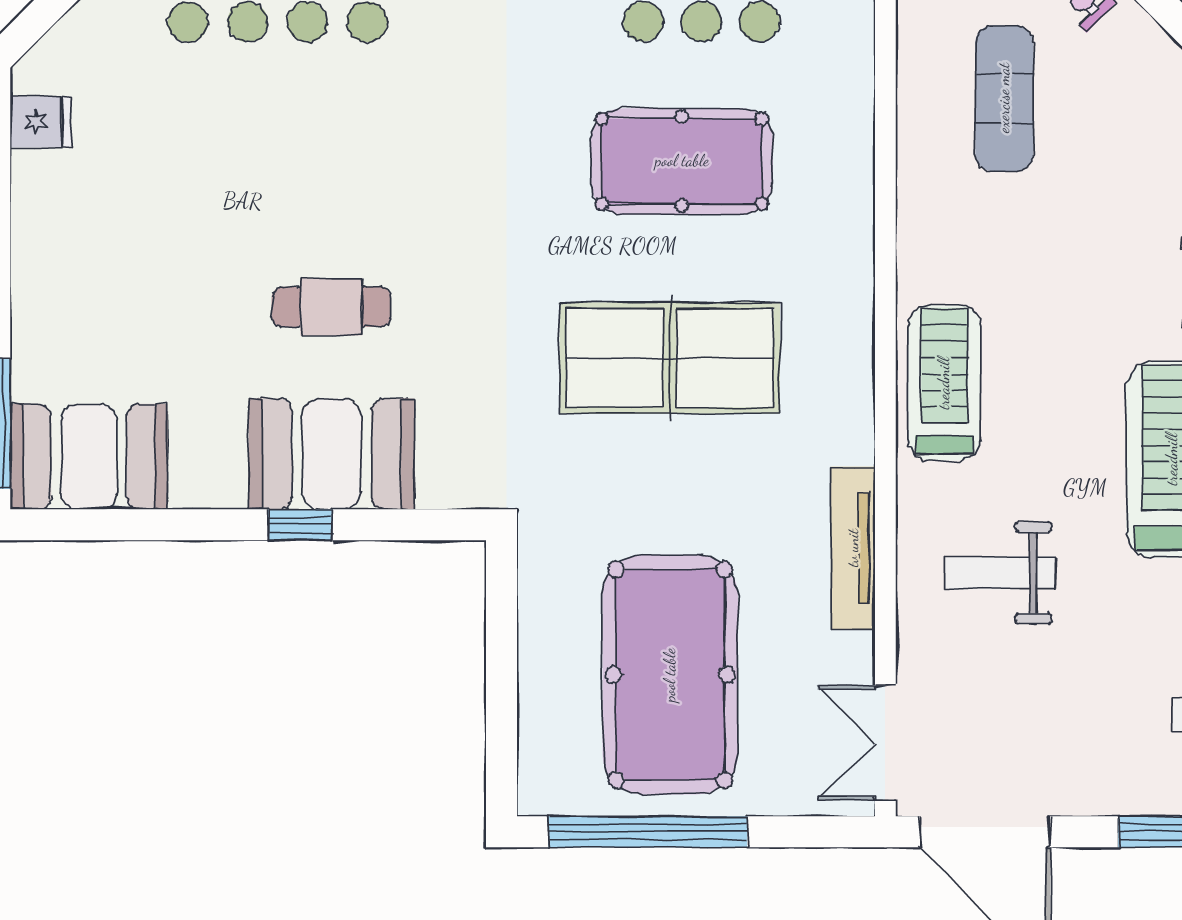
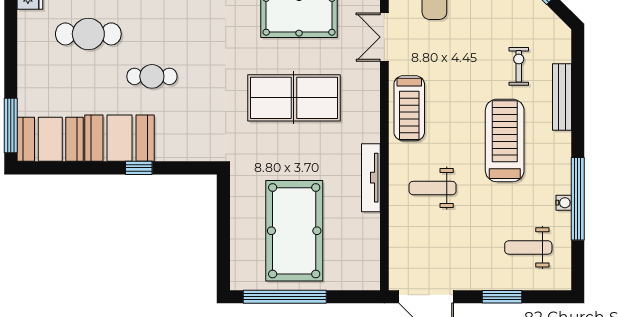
cafe table: (180, 206) -> (88, 34), added
treadmill: (944, 383) -> (409, 108), turned 180
booth: (331, 454) -> (120, 138), moved
double door: (885, 743) -> (384, 37), moved

